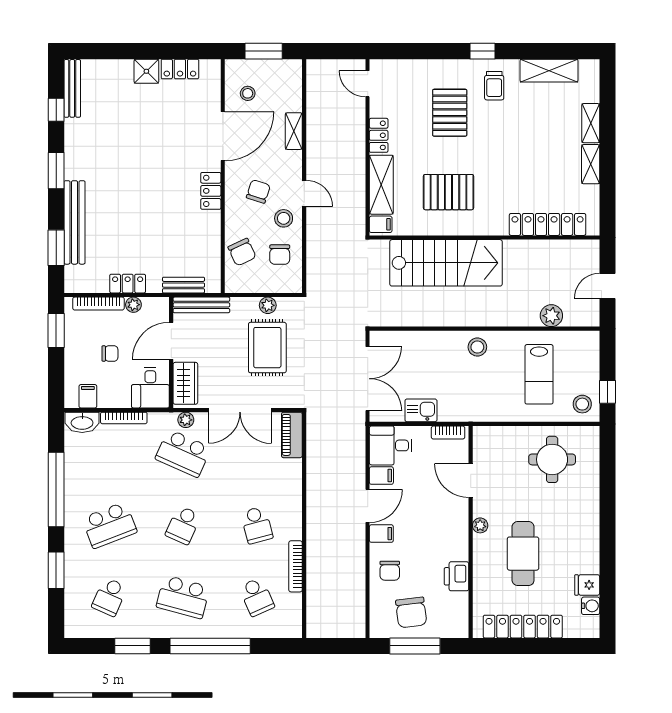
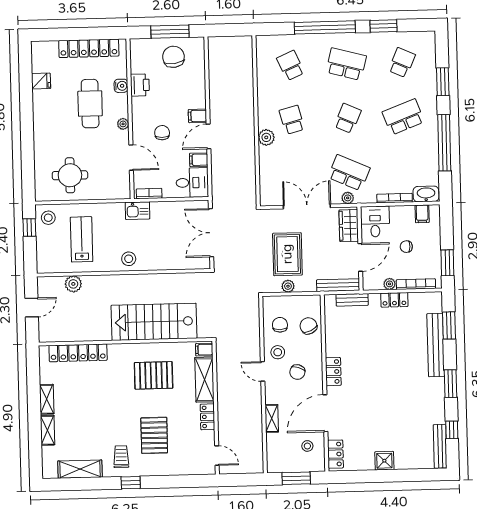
locker: (180, 69) -> (335, 454), moved, turned 90
kitchen sink: (421, 410) -> (137, 211), moved
piano: (292, 435) -> (267, 189), removed
plant: (291, 503) -> (266, 137), added
bookcase: (295, 566) -> (262, 89), removed
chair: (390, 571) -> (162, 133), moved
water cooler: (591, 606) -> (121, 86), moved, turned 180

